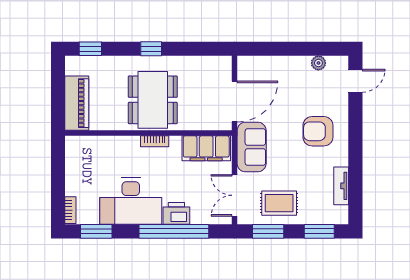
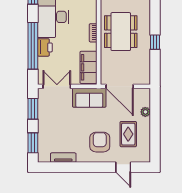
window: (151, 49) -> (155, 42), moved
plant: (318, 63) -> (145, 112), moved
door: (355, 81) -> (123, 167), moved
dining table: (153, 100) -> (121, 32), turned 90
rug: (279, 203) -> (128, 134), moved

